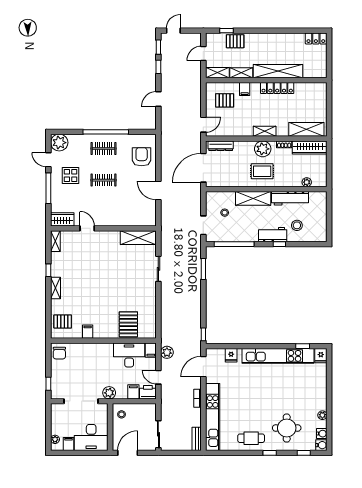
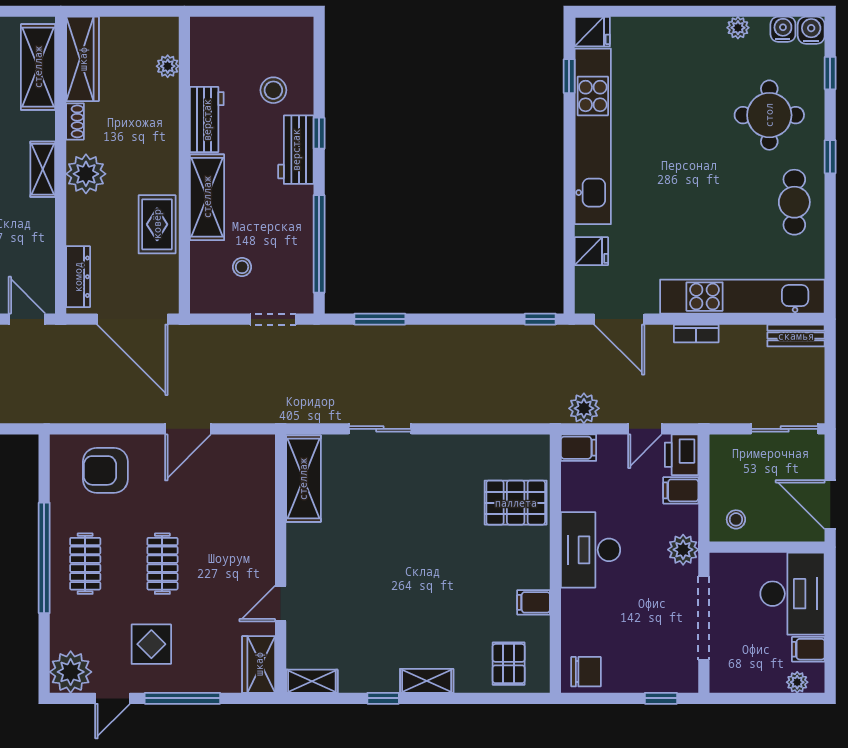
rug: (262, 171) -> (157, 224), moved
workbench: (290, 198) -> (207, 120), width x0.73
desk: (129, 355) -> (591, 550), moved

